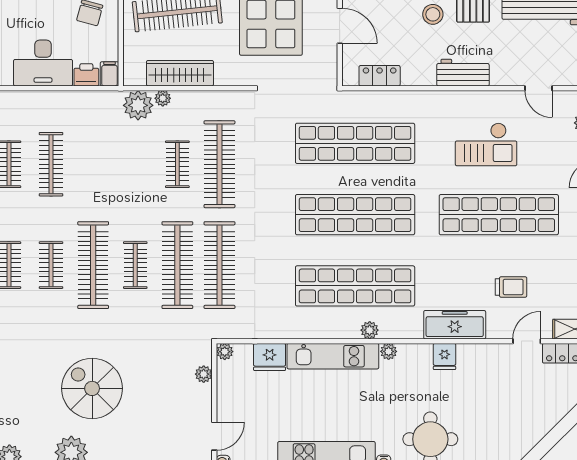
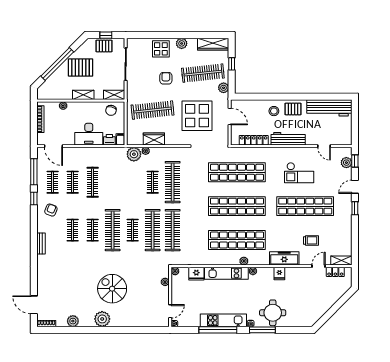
wardrobe: (180, 73) -> (154, 139), width x0.67
workbench: (463, 73) -> (288, 139), width x1.38
locker: (380, 76) -> (254, 140), width x1.53

